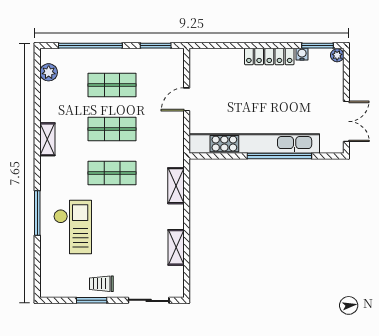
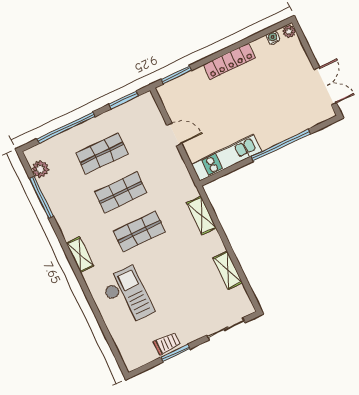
window: (317, 46) -> (176, 75), moved
water cooler: (302, 54) -> (273, 38), moved
door: (187, 99) -> (174, 134), swing flipped
shelving: (47, 139) -> (80, 255), moved
kitchen unit: (254, 144) -> (226, 158), width x0.54
window: (37, 213) -> (41, 197), moved
trolley: (101, 284) -> (167, 344), moved, turned 180

